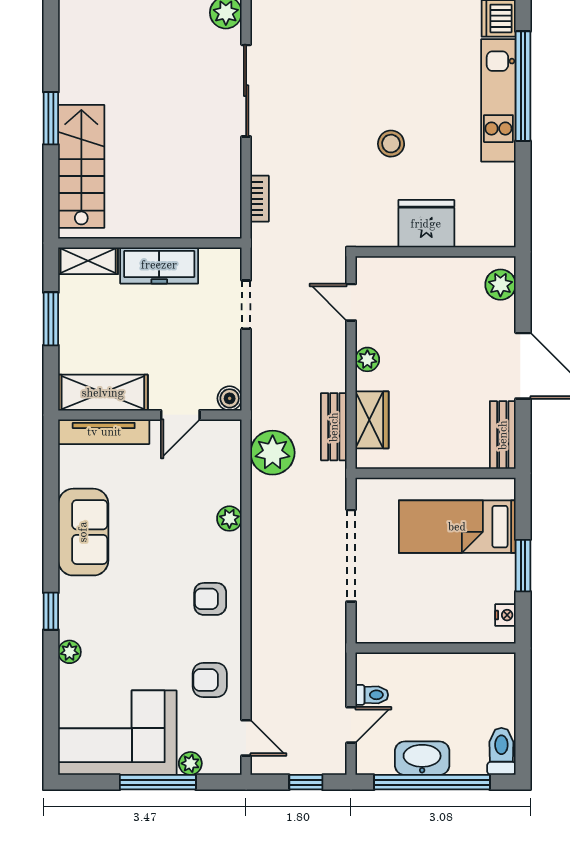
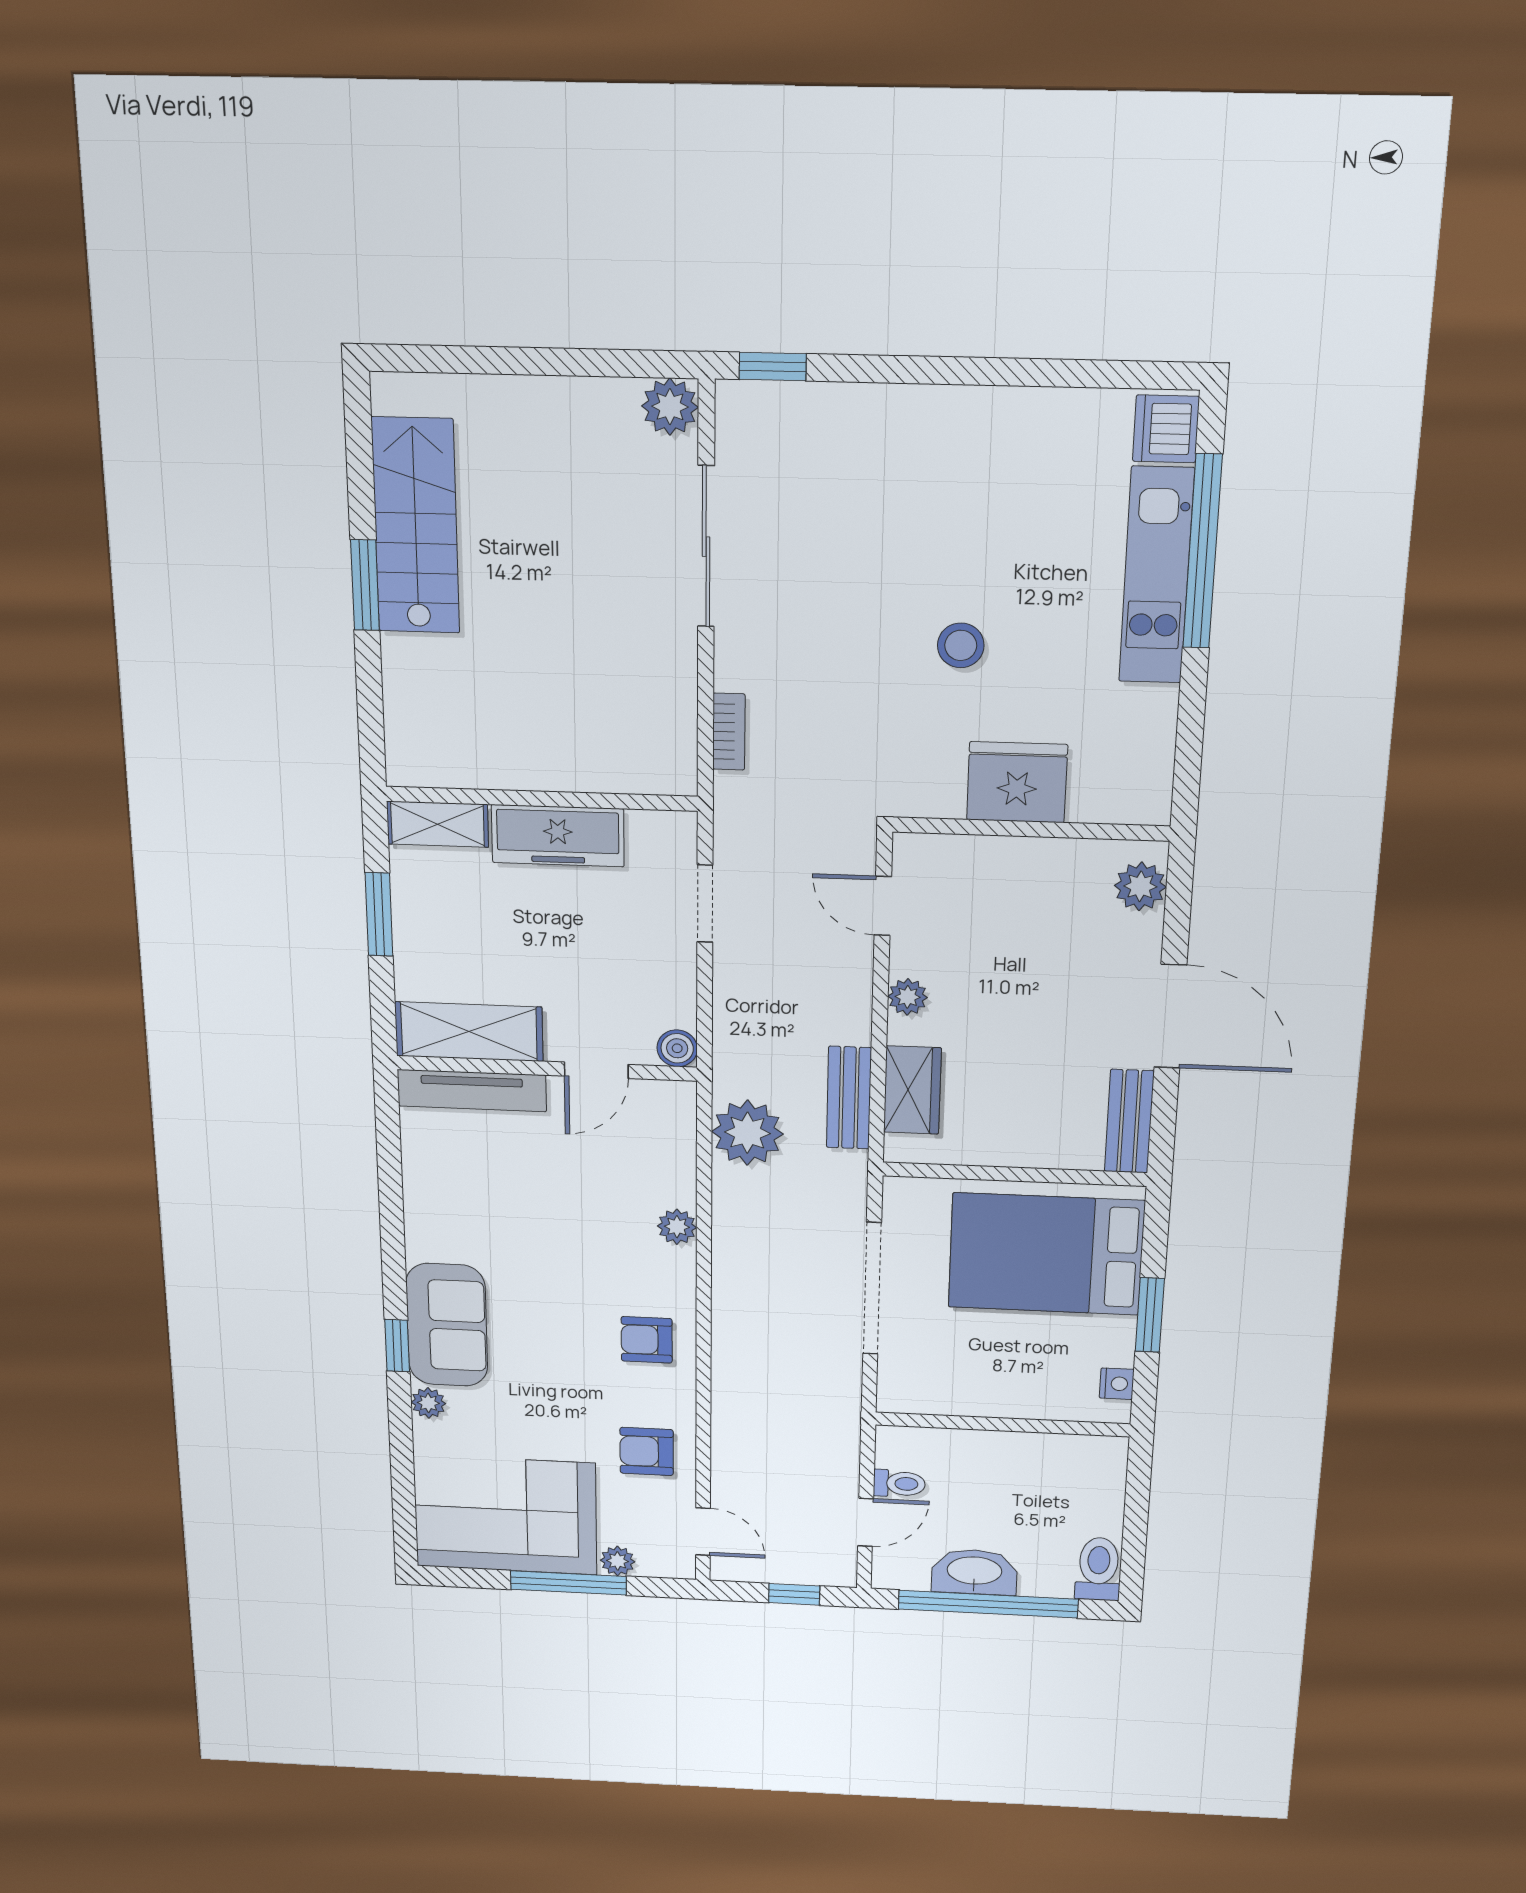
stairs: (81, 166) -> (416, 526), moved
bed: (457, 527) -> (1046, 1254), width x1.50
sofa: (83, 532) -> (447, 1325), moved

